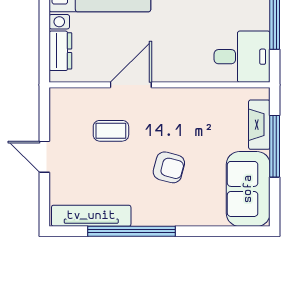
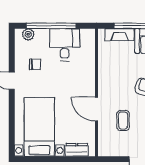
desk: (242, 57) -> (65, 45), moved

